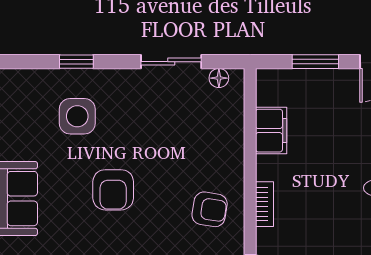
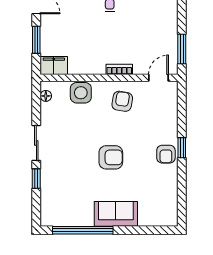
sliding door: (171, 62) -> (36, 143), moved
side table: (77, 116) -> (81, 93), moved
filing cabinet: (271, 131) -> (54, 66), moved

